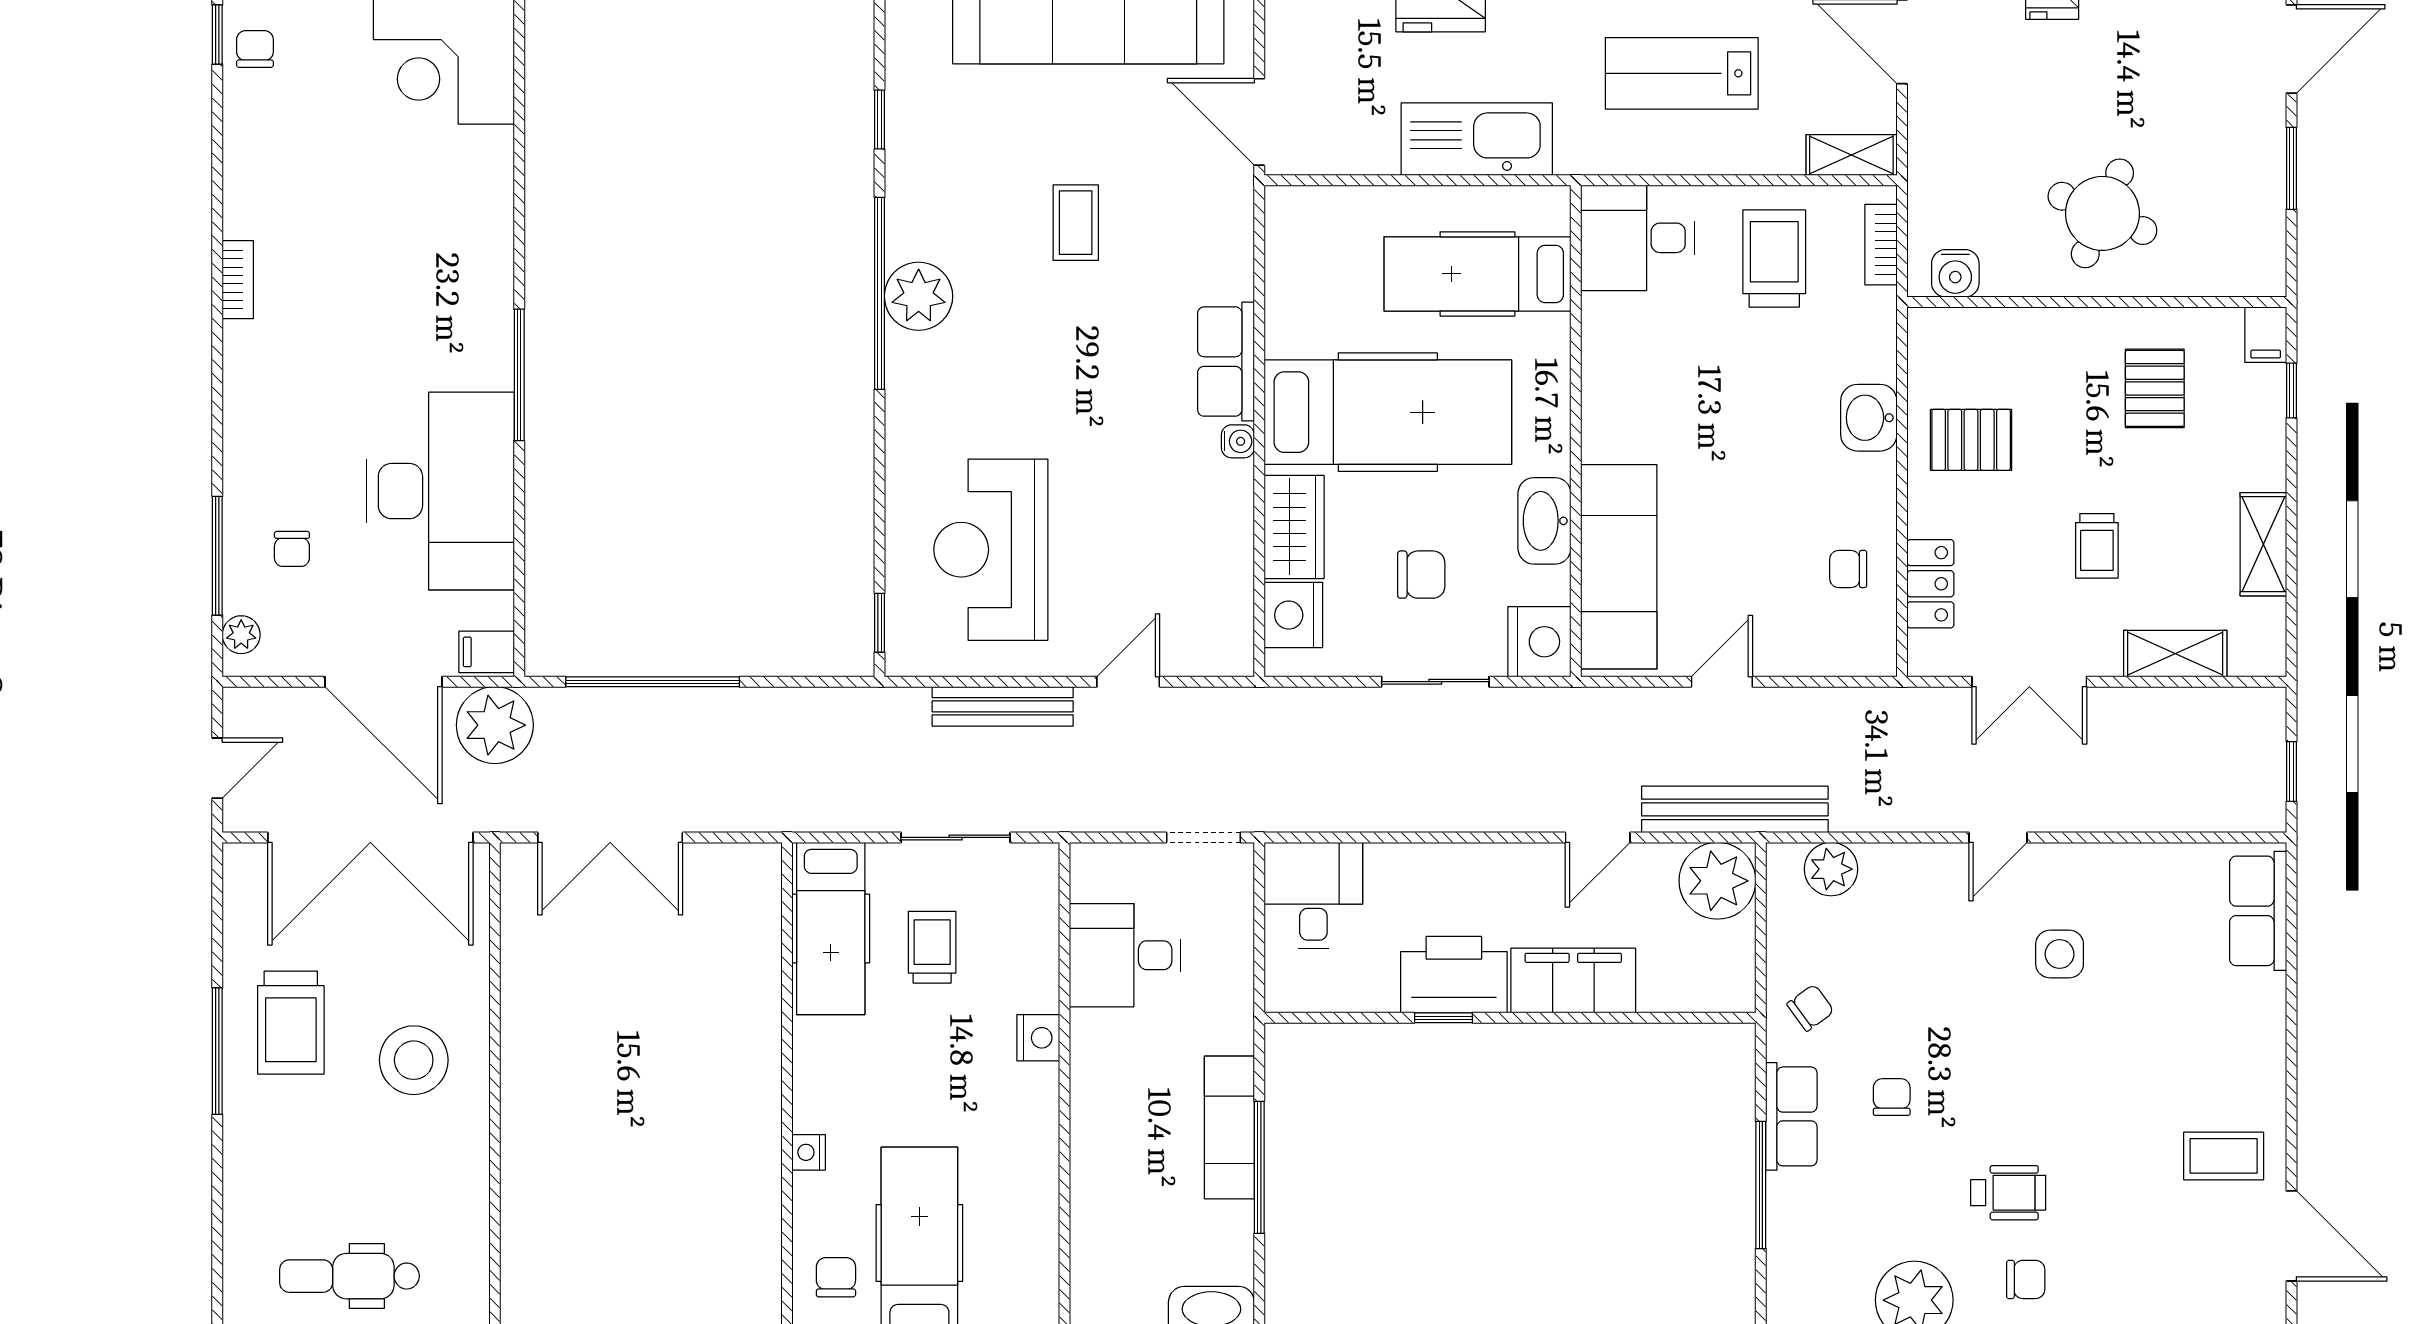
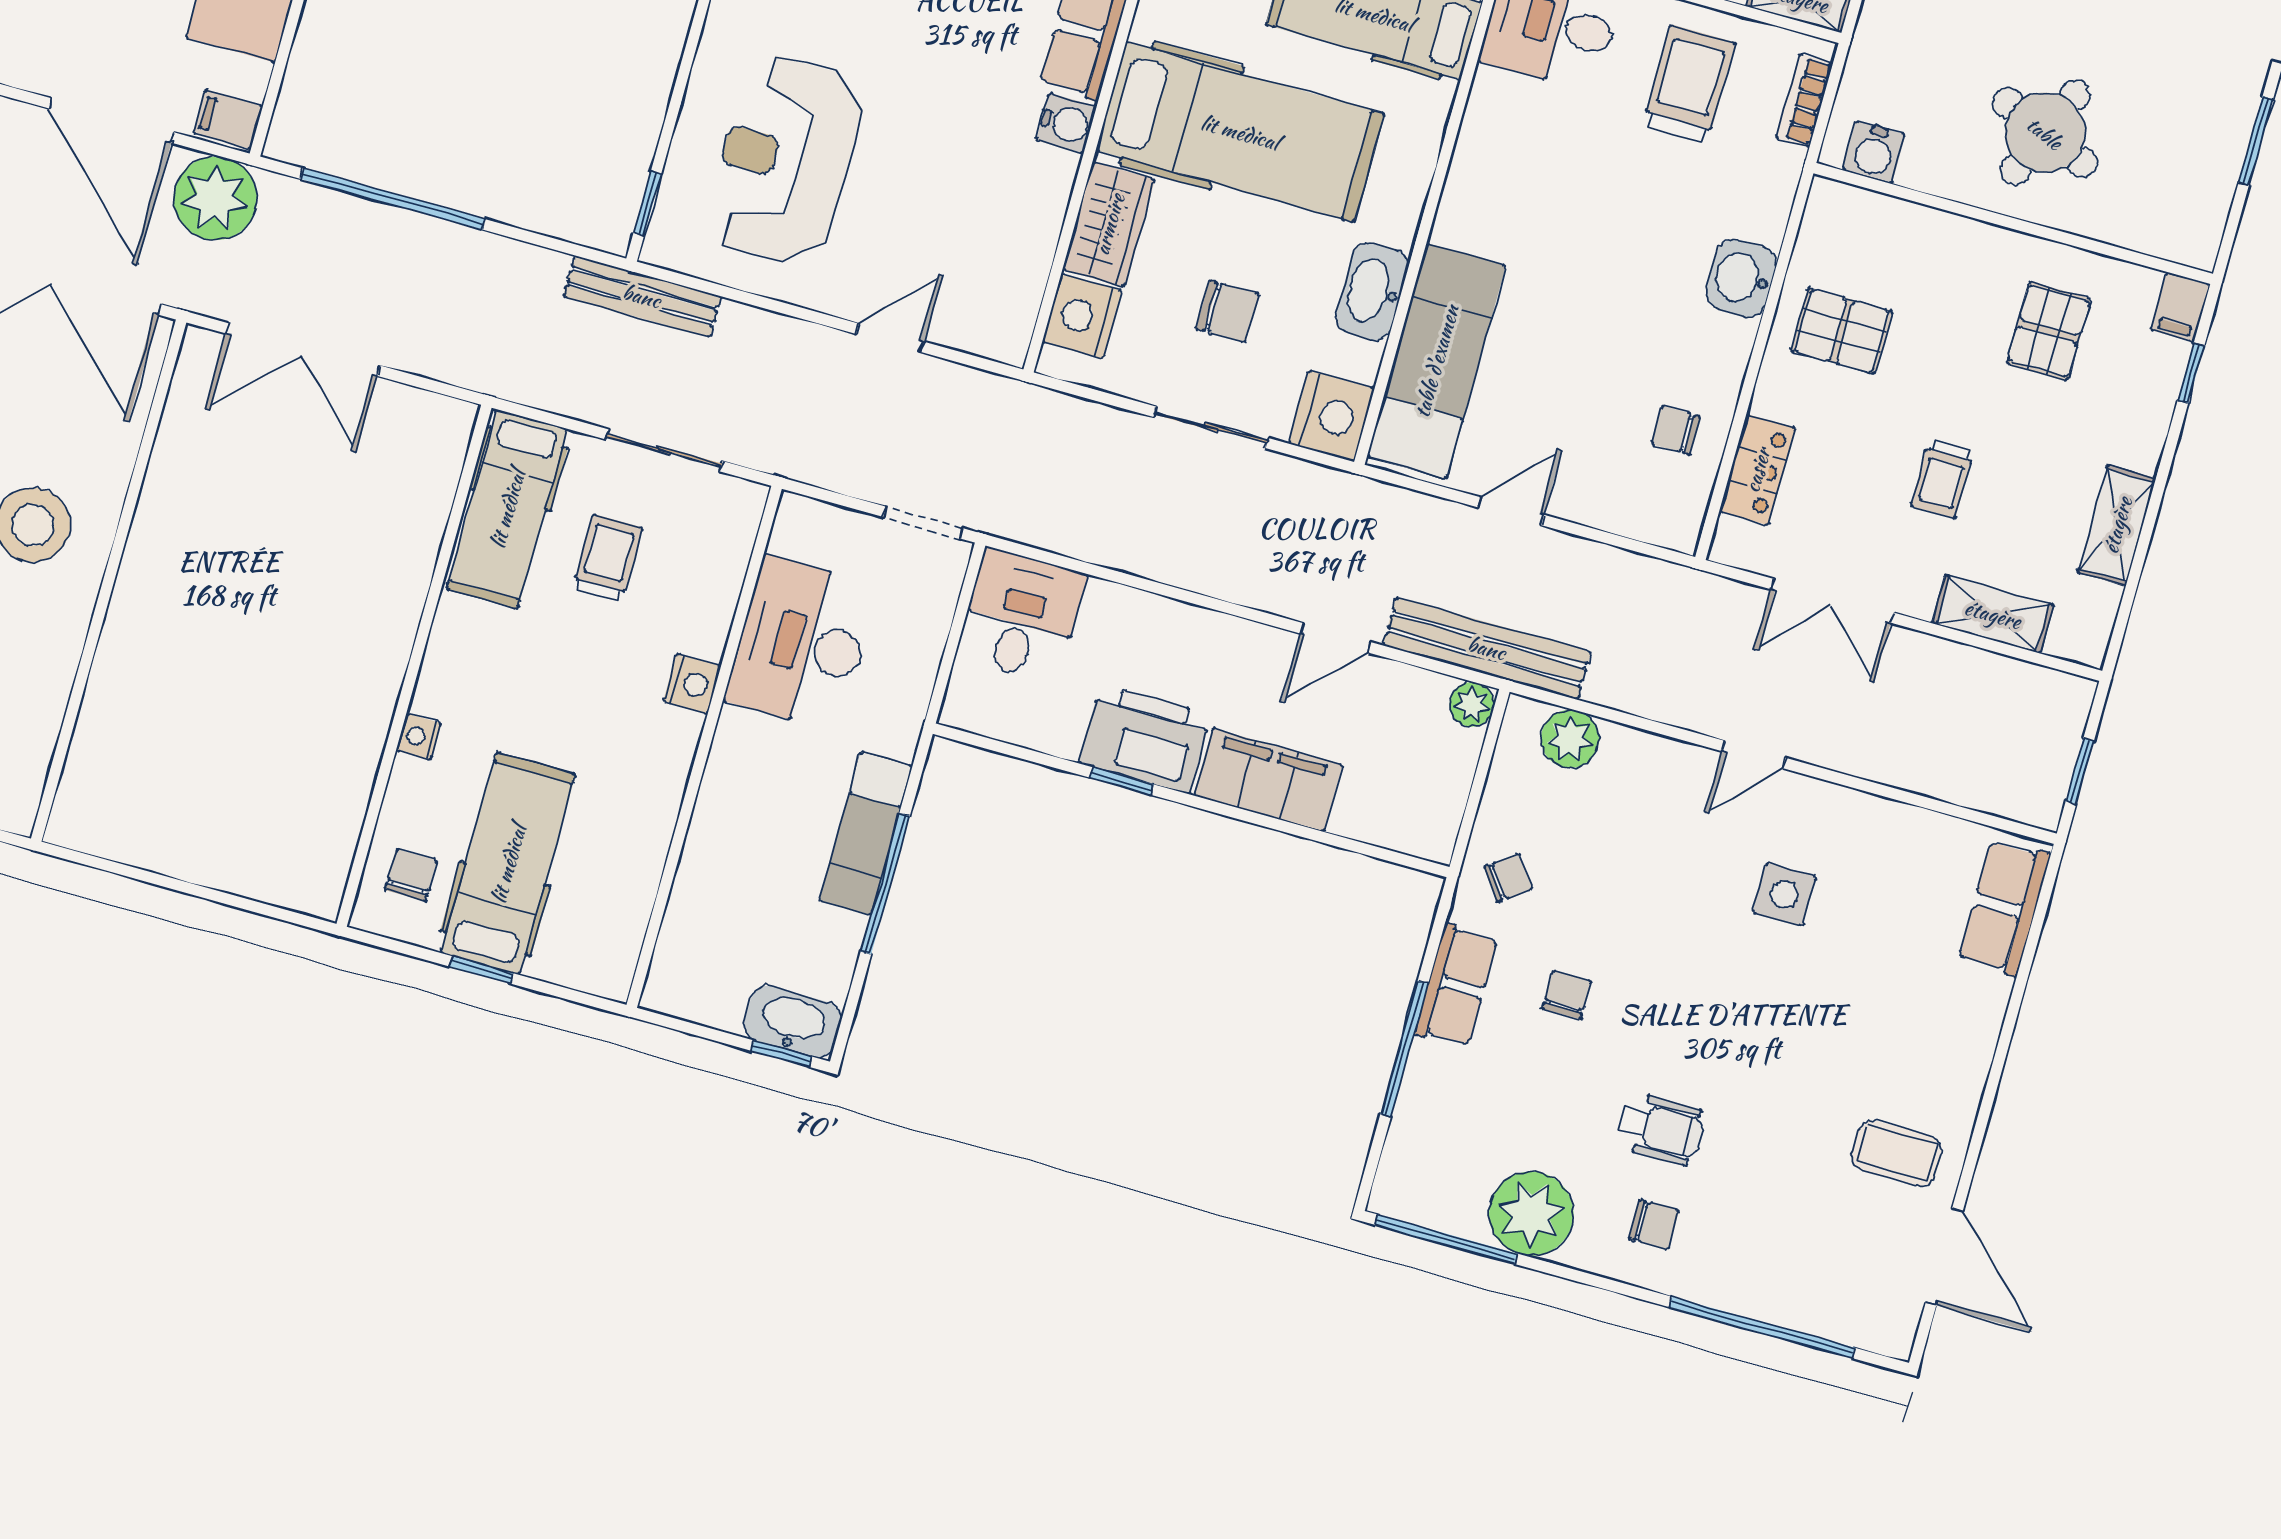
water cooler: (1238, 441) -> (1066, 123), width x1.38, depth x1.38
bench: (1003, 706) -> (642, 296), moved
plant: (1717, 881) -> (1472, 704), width x0.53, depth x0.53
desk: (1125, 955) -> (801, 643), width x1.37

